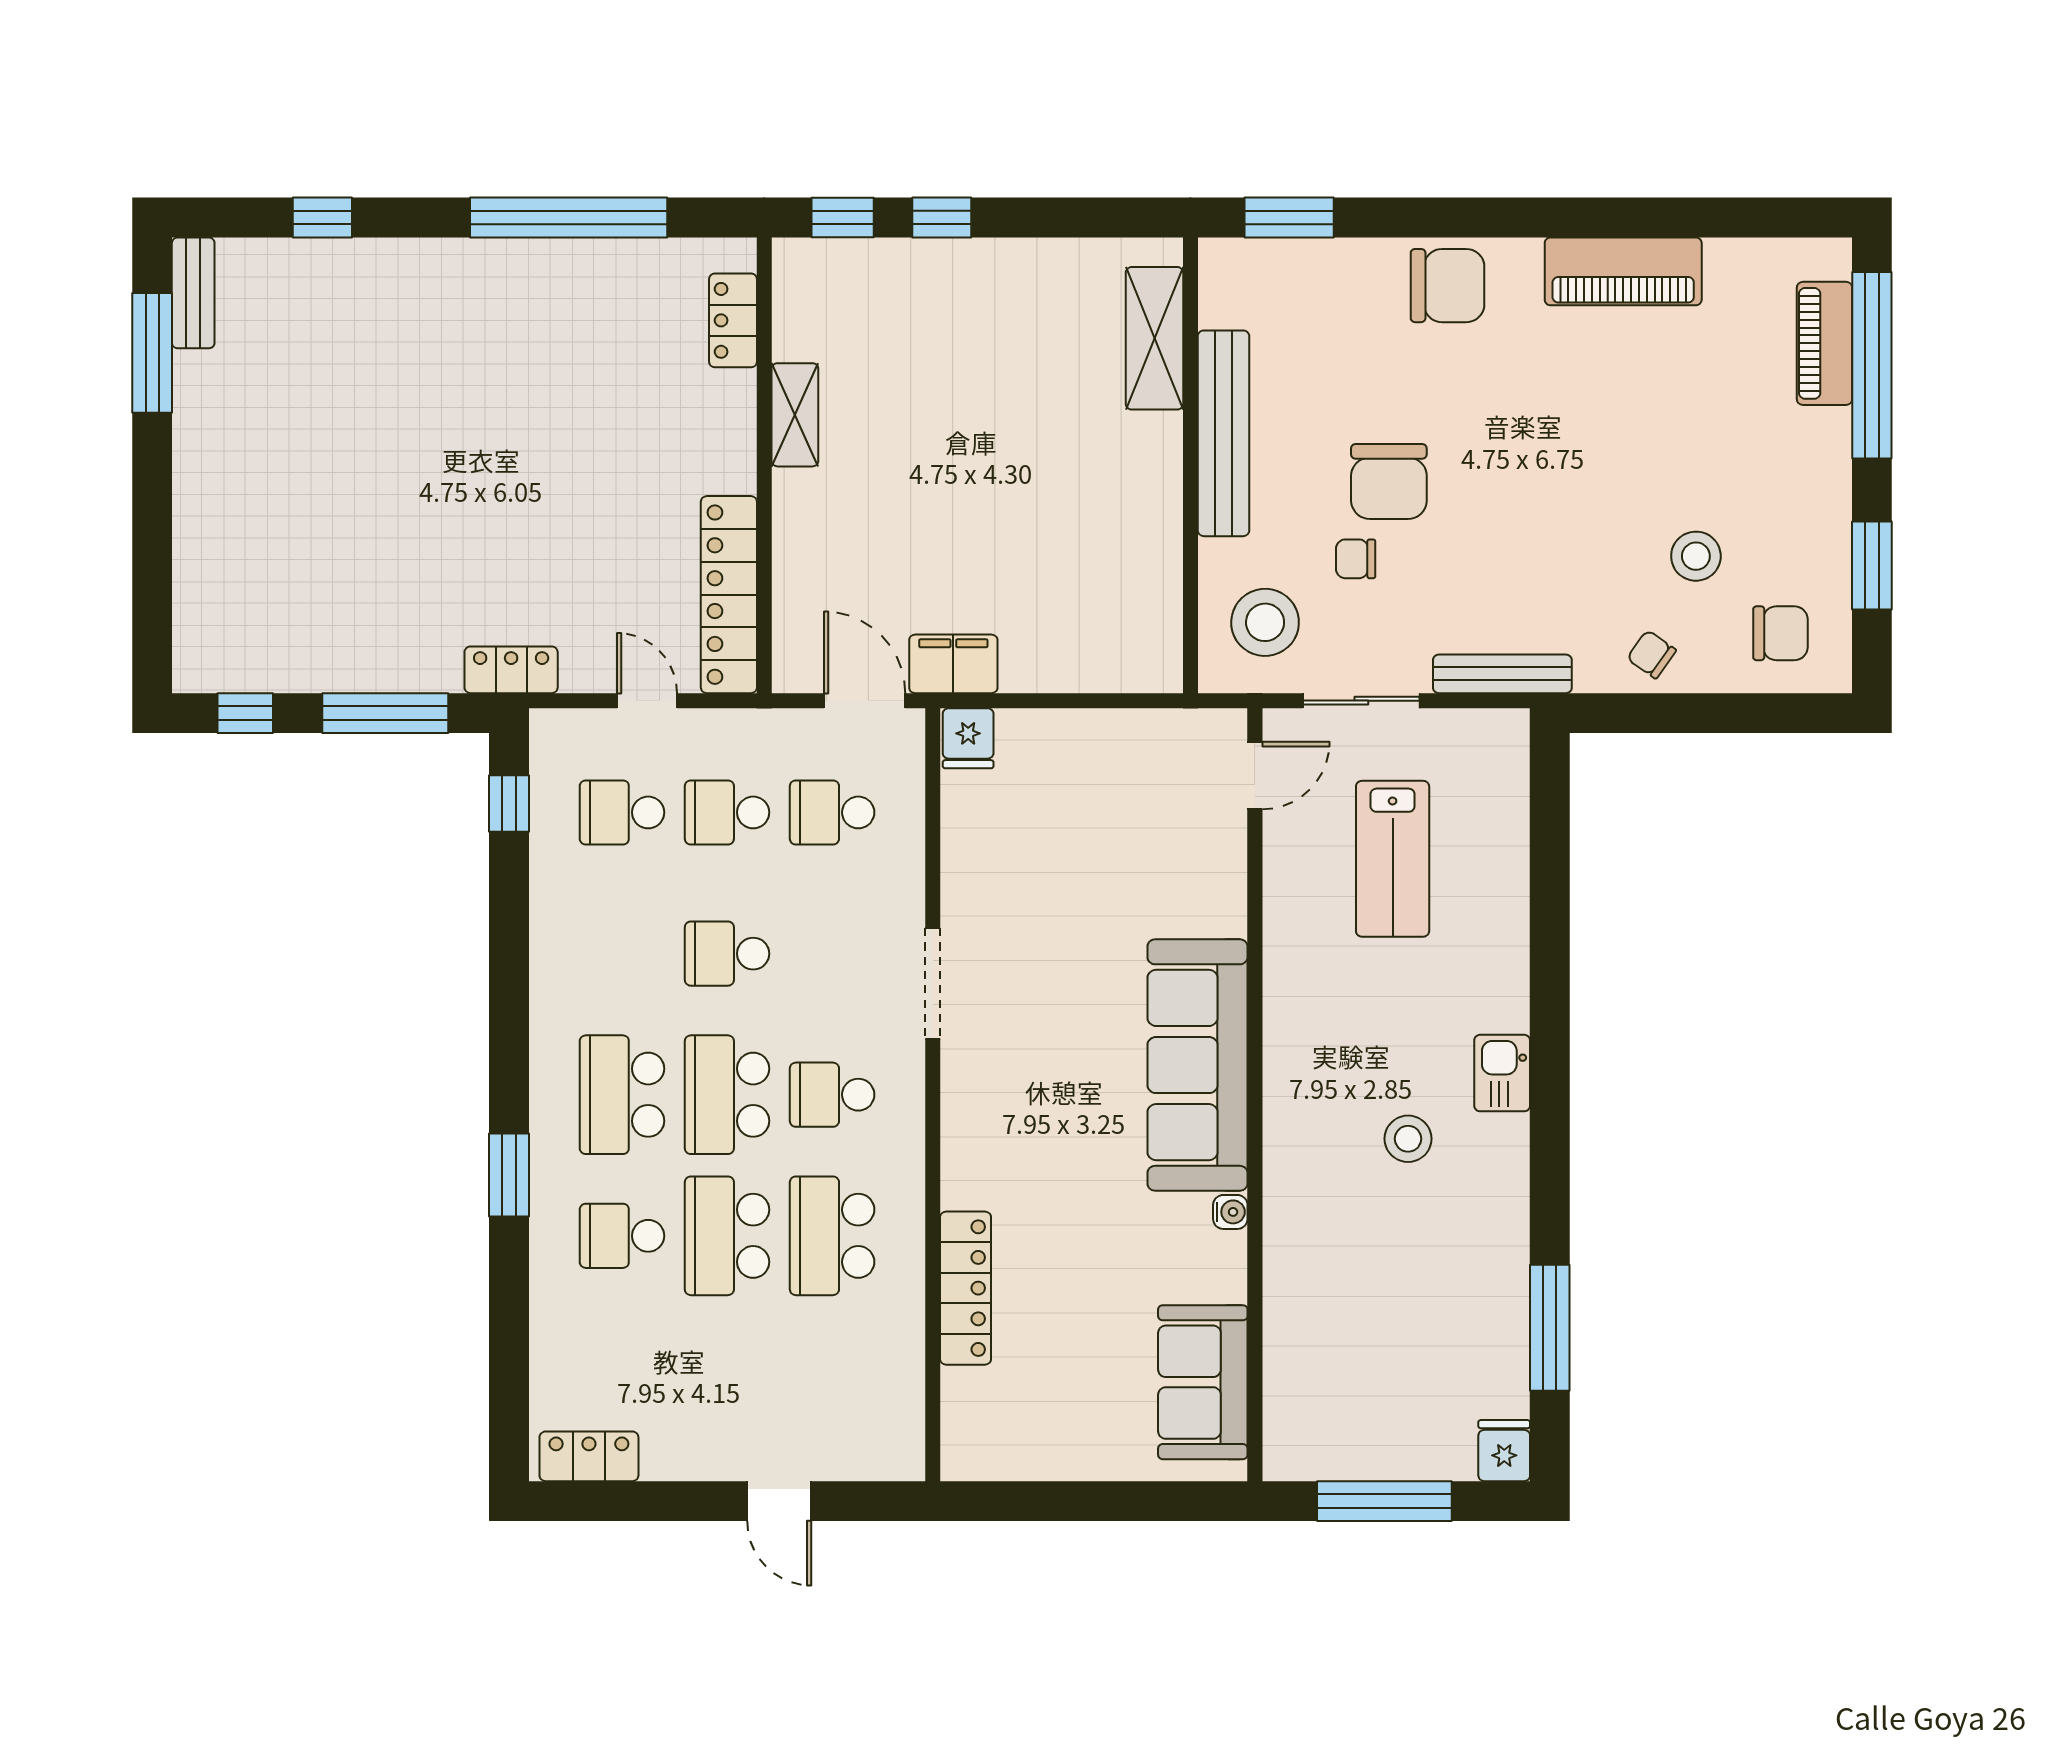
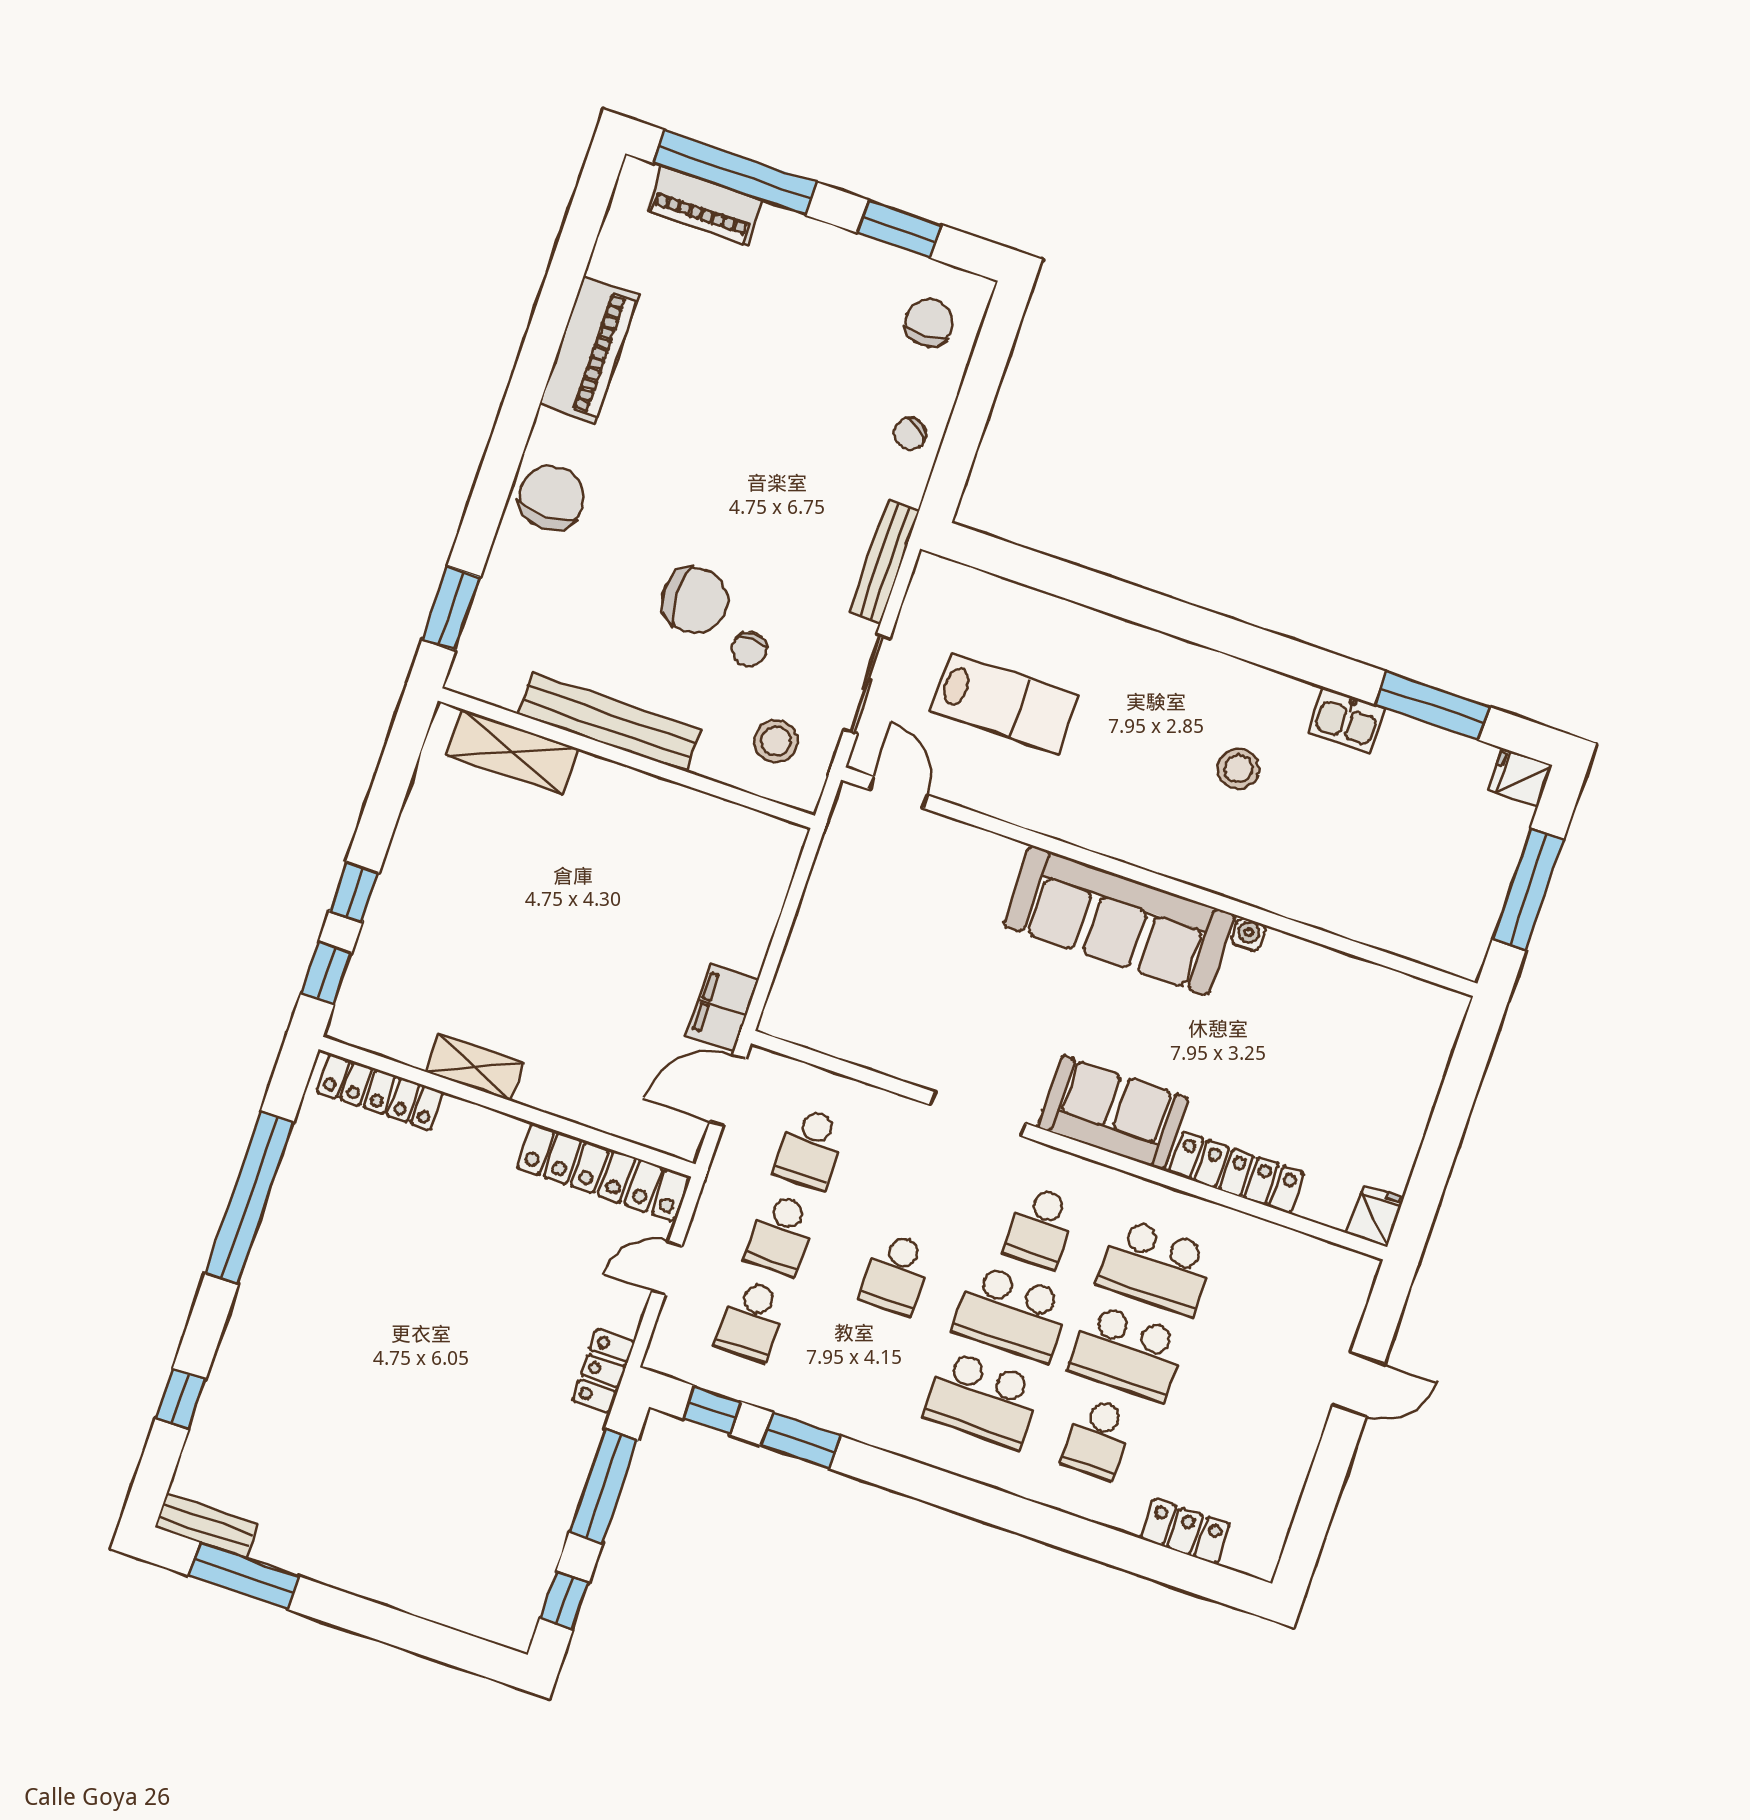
locker: (733, 320) -> (380, 1092), width x1.53
stool: (1696, 556) -> (842, 370), removed
stool: (1265, 622) -> (776, 741), width x0.73, depth x0.73
fridge: (968, 738) -> (1375, 1216), moved, turned -90
kitchen sink: (1502, 1073) -> (1347, 720), moved
window: (509, 1175) -> (801, 1441), moved
sofa: (1203, 1382) -> (1113, 1113), moved, turned 180
locker: (589, 1456) -> (1185, 1531), moved, turned 90

